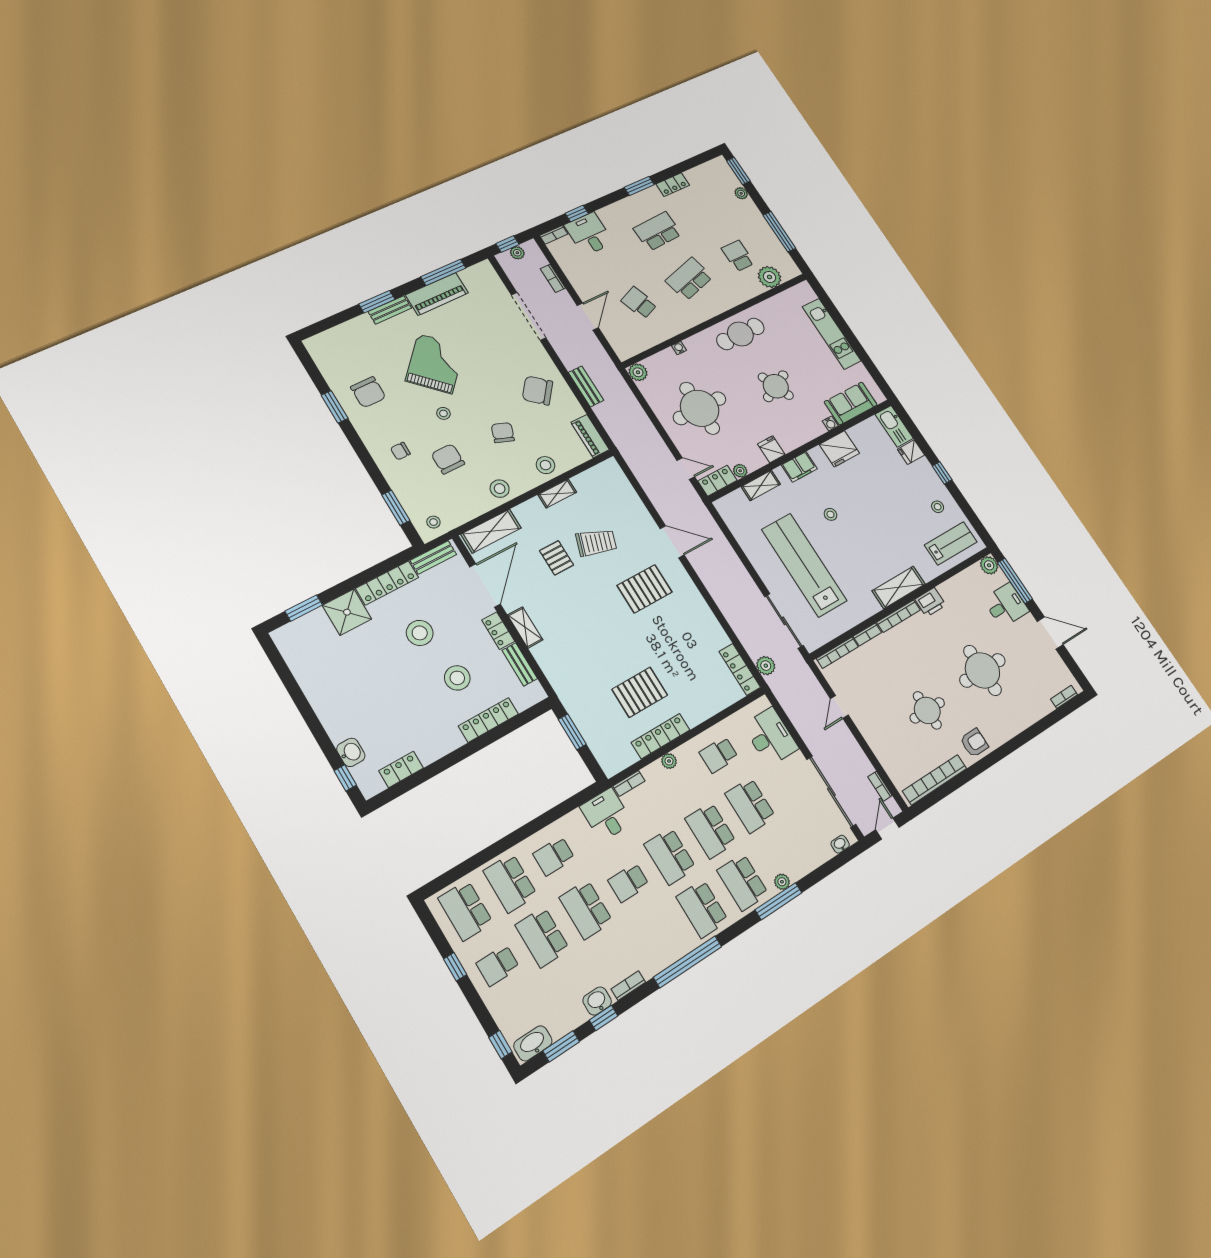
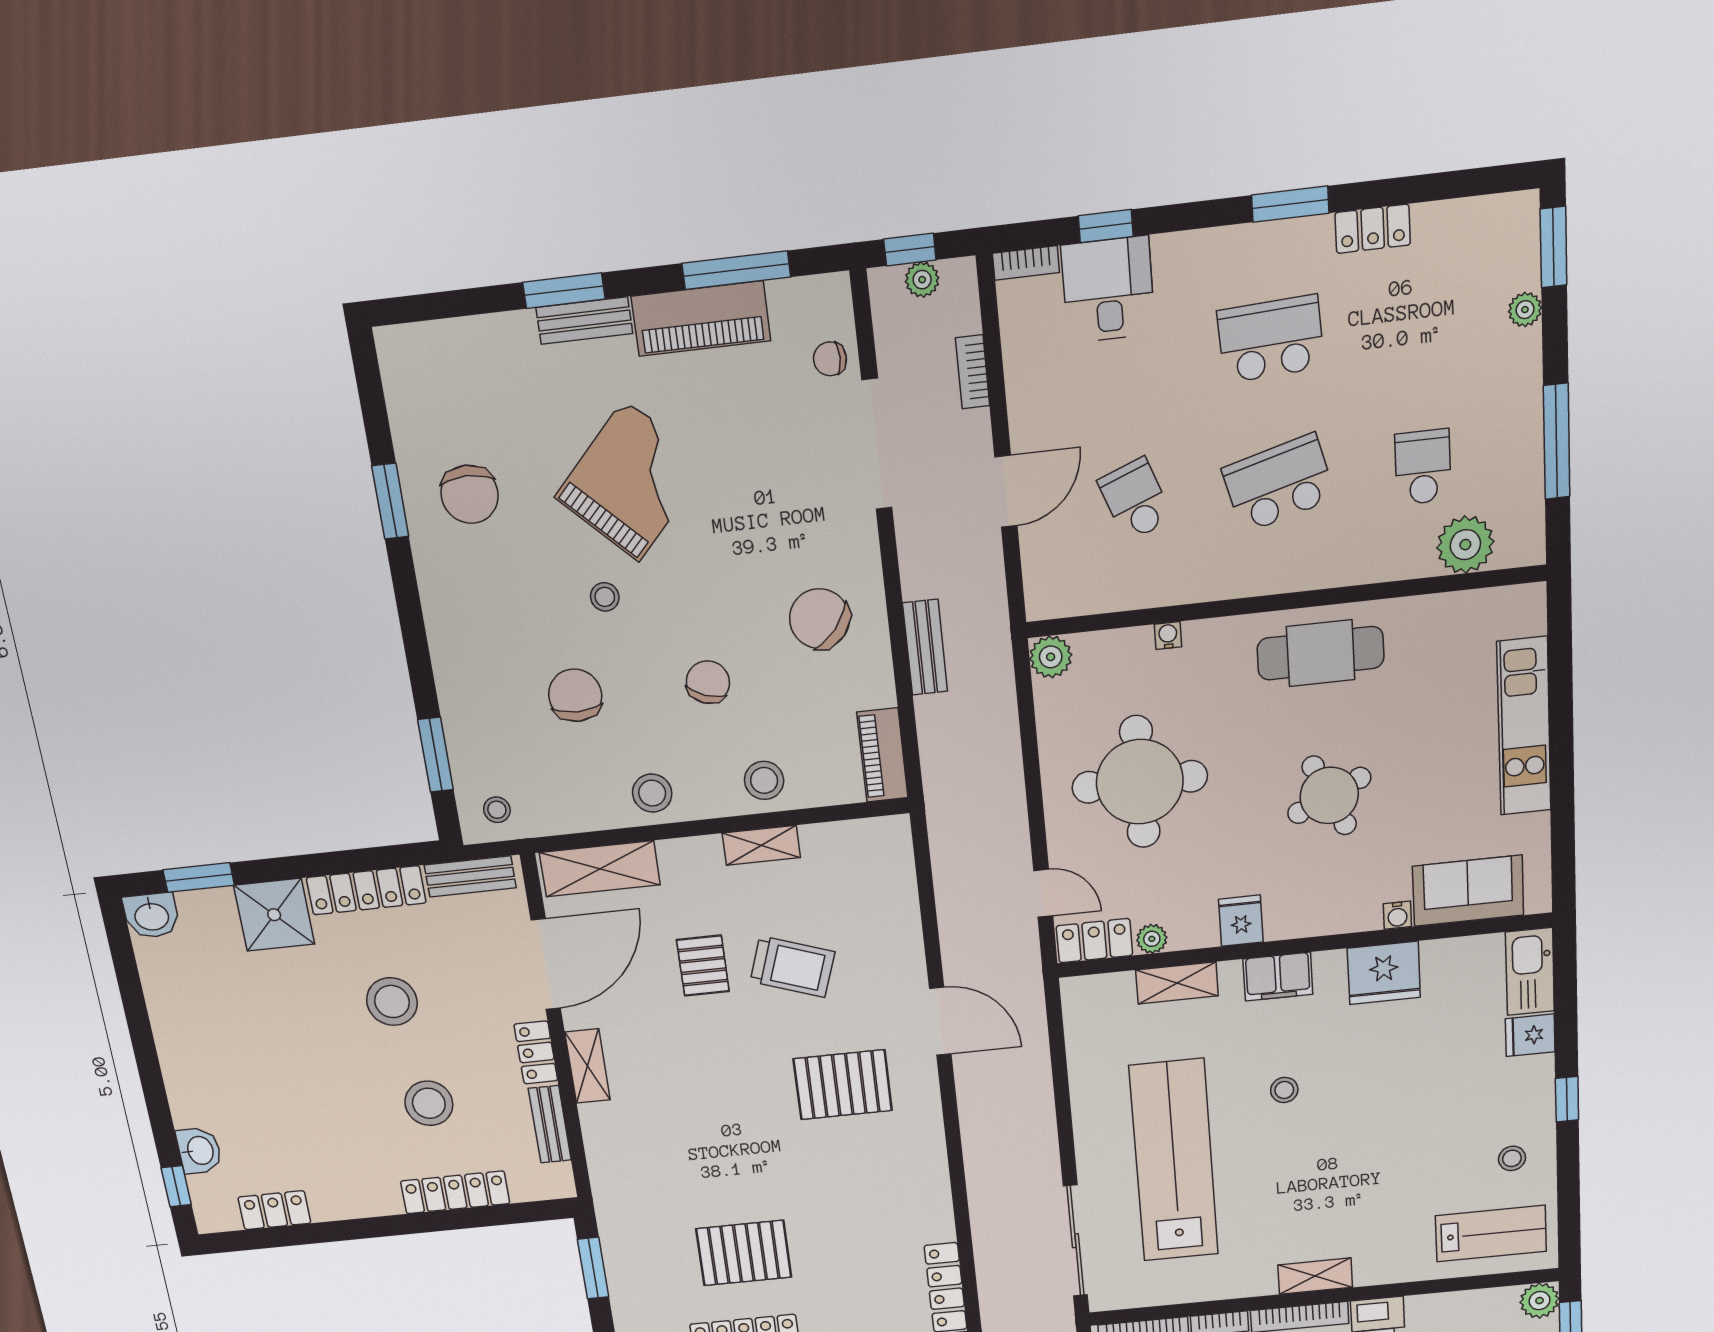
chair: (400, 451) -> (830, 359), moved
shelving: (899, 587) -> (1315, 1276), width x0.67, depth x0.75
washbasin: (286, 636) -> (152, 916), added
plant: (766, 666) -> (997, 1300), removed

